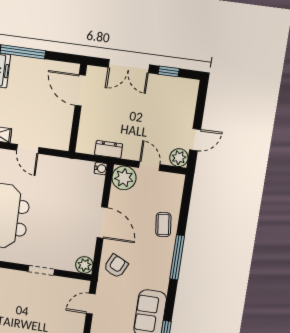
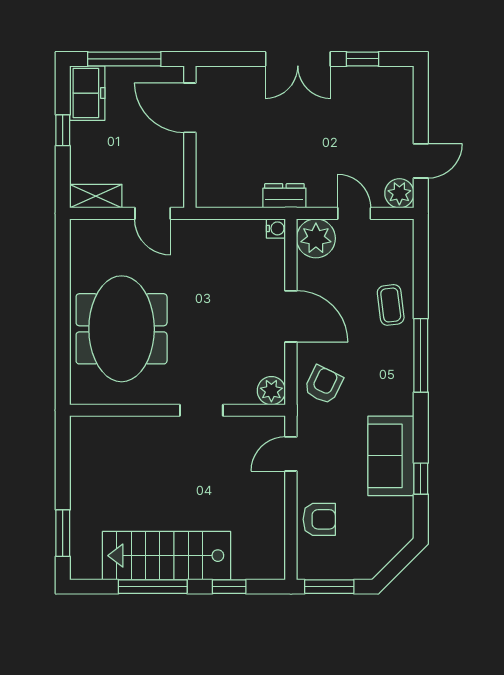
door: (80, 90) -> (190, 108), moved
wall: (78, 108) -> (190, 137), moved

